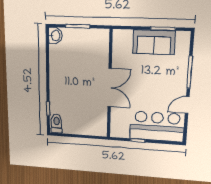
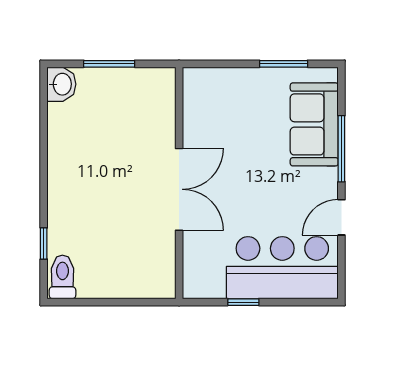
sofa: (154, 42) -> (314, 124), moved, turned 90

